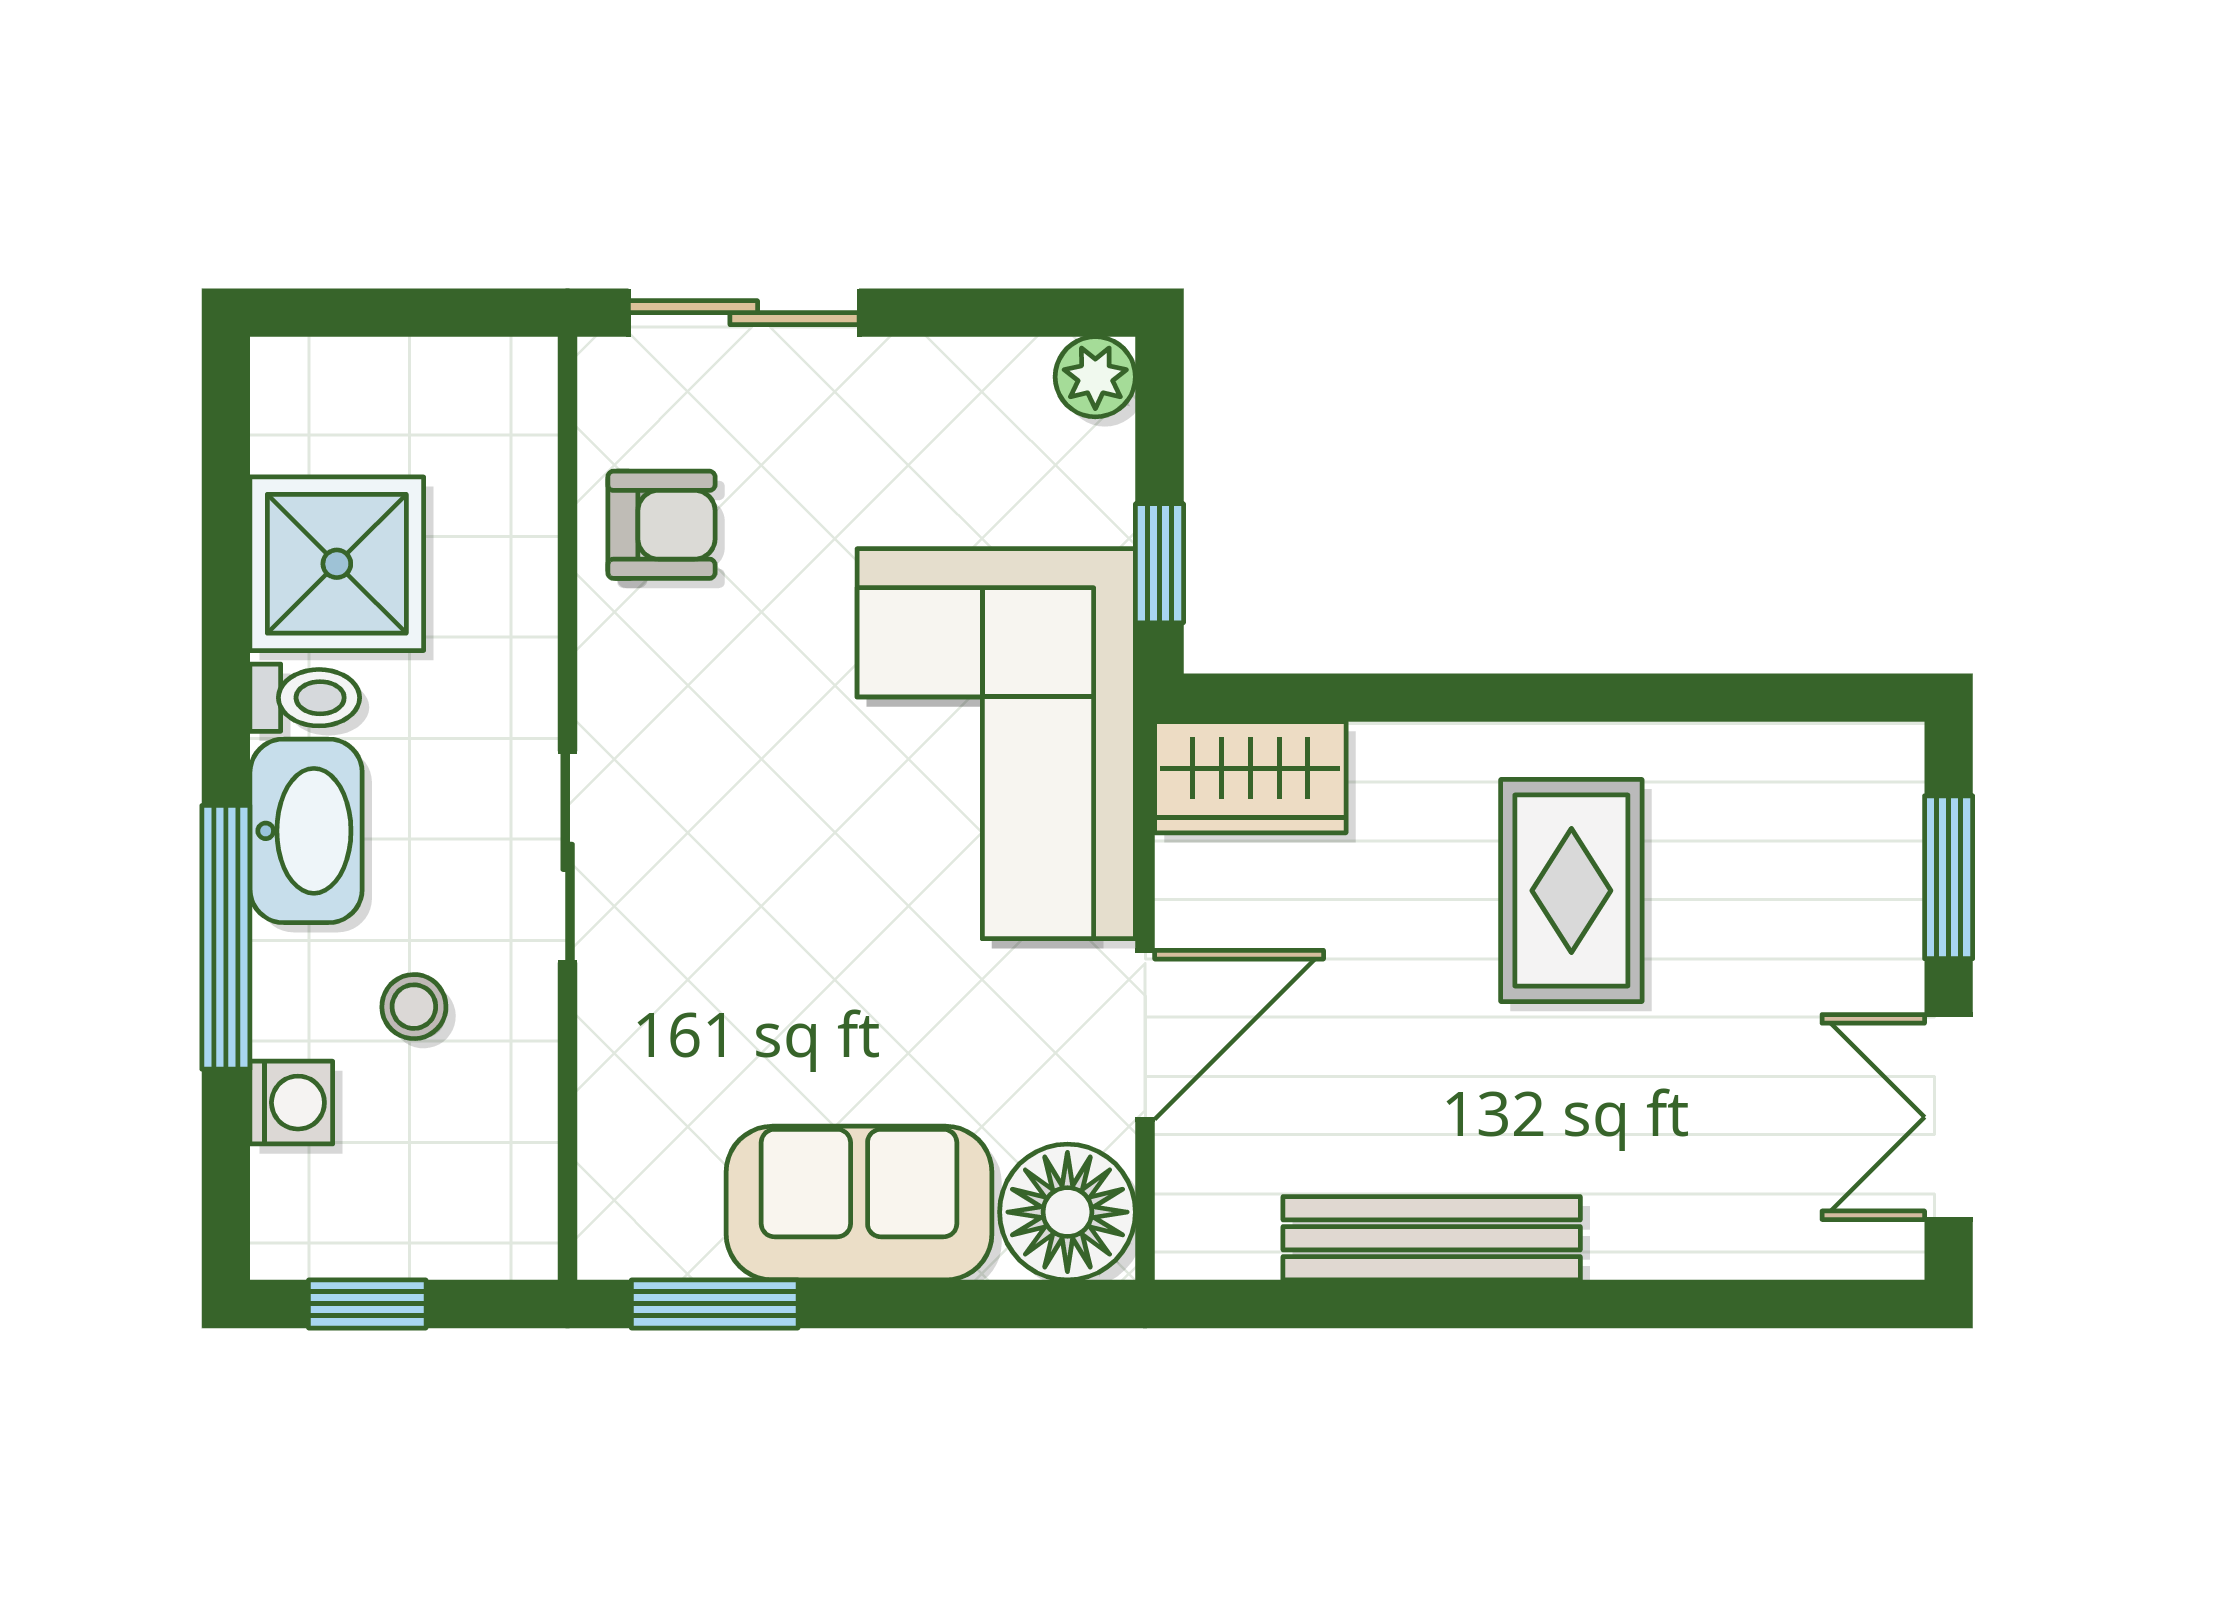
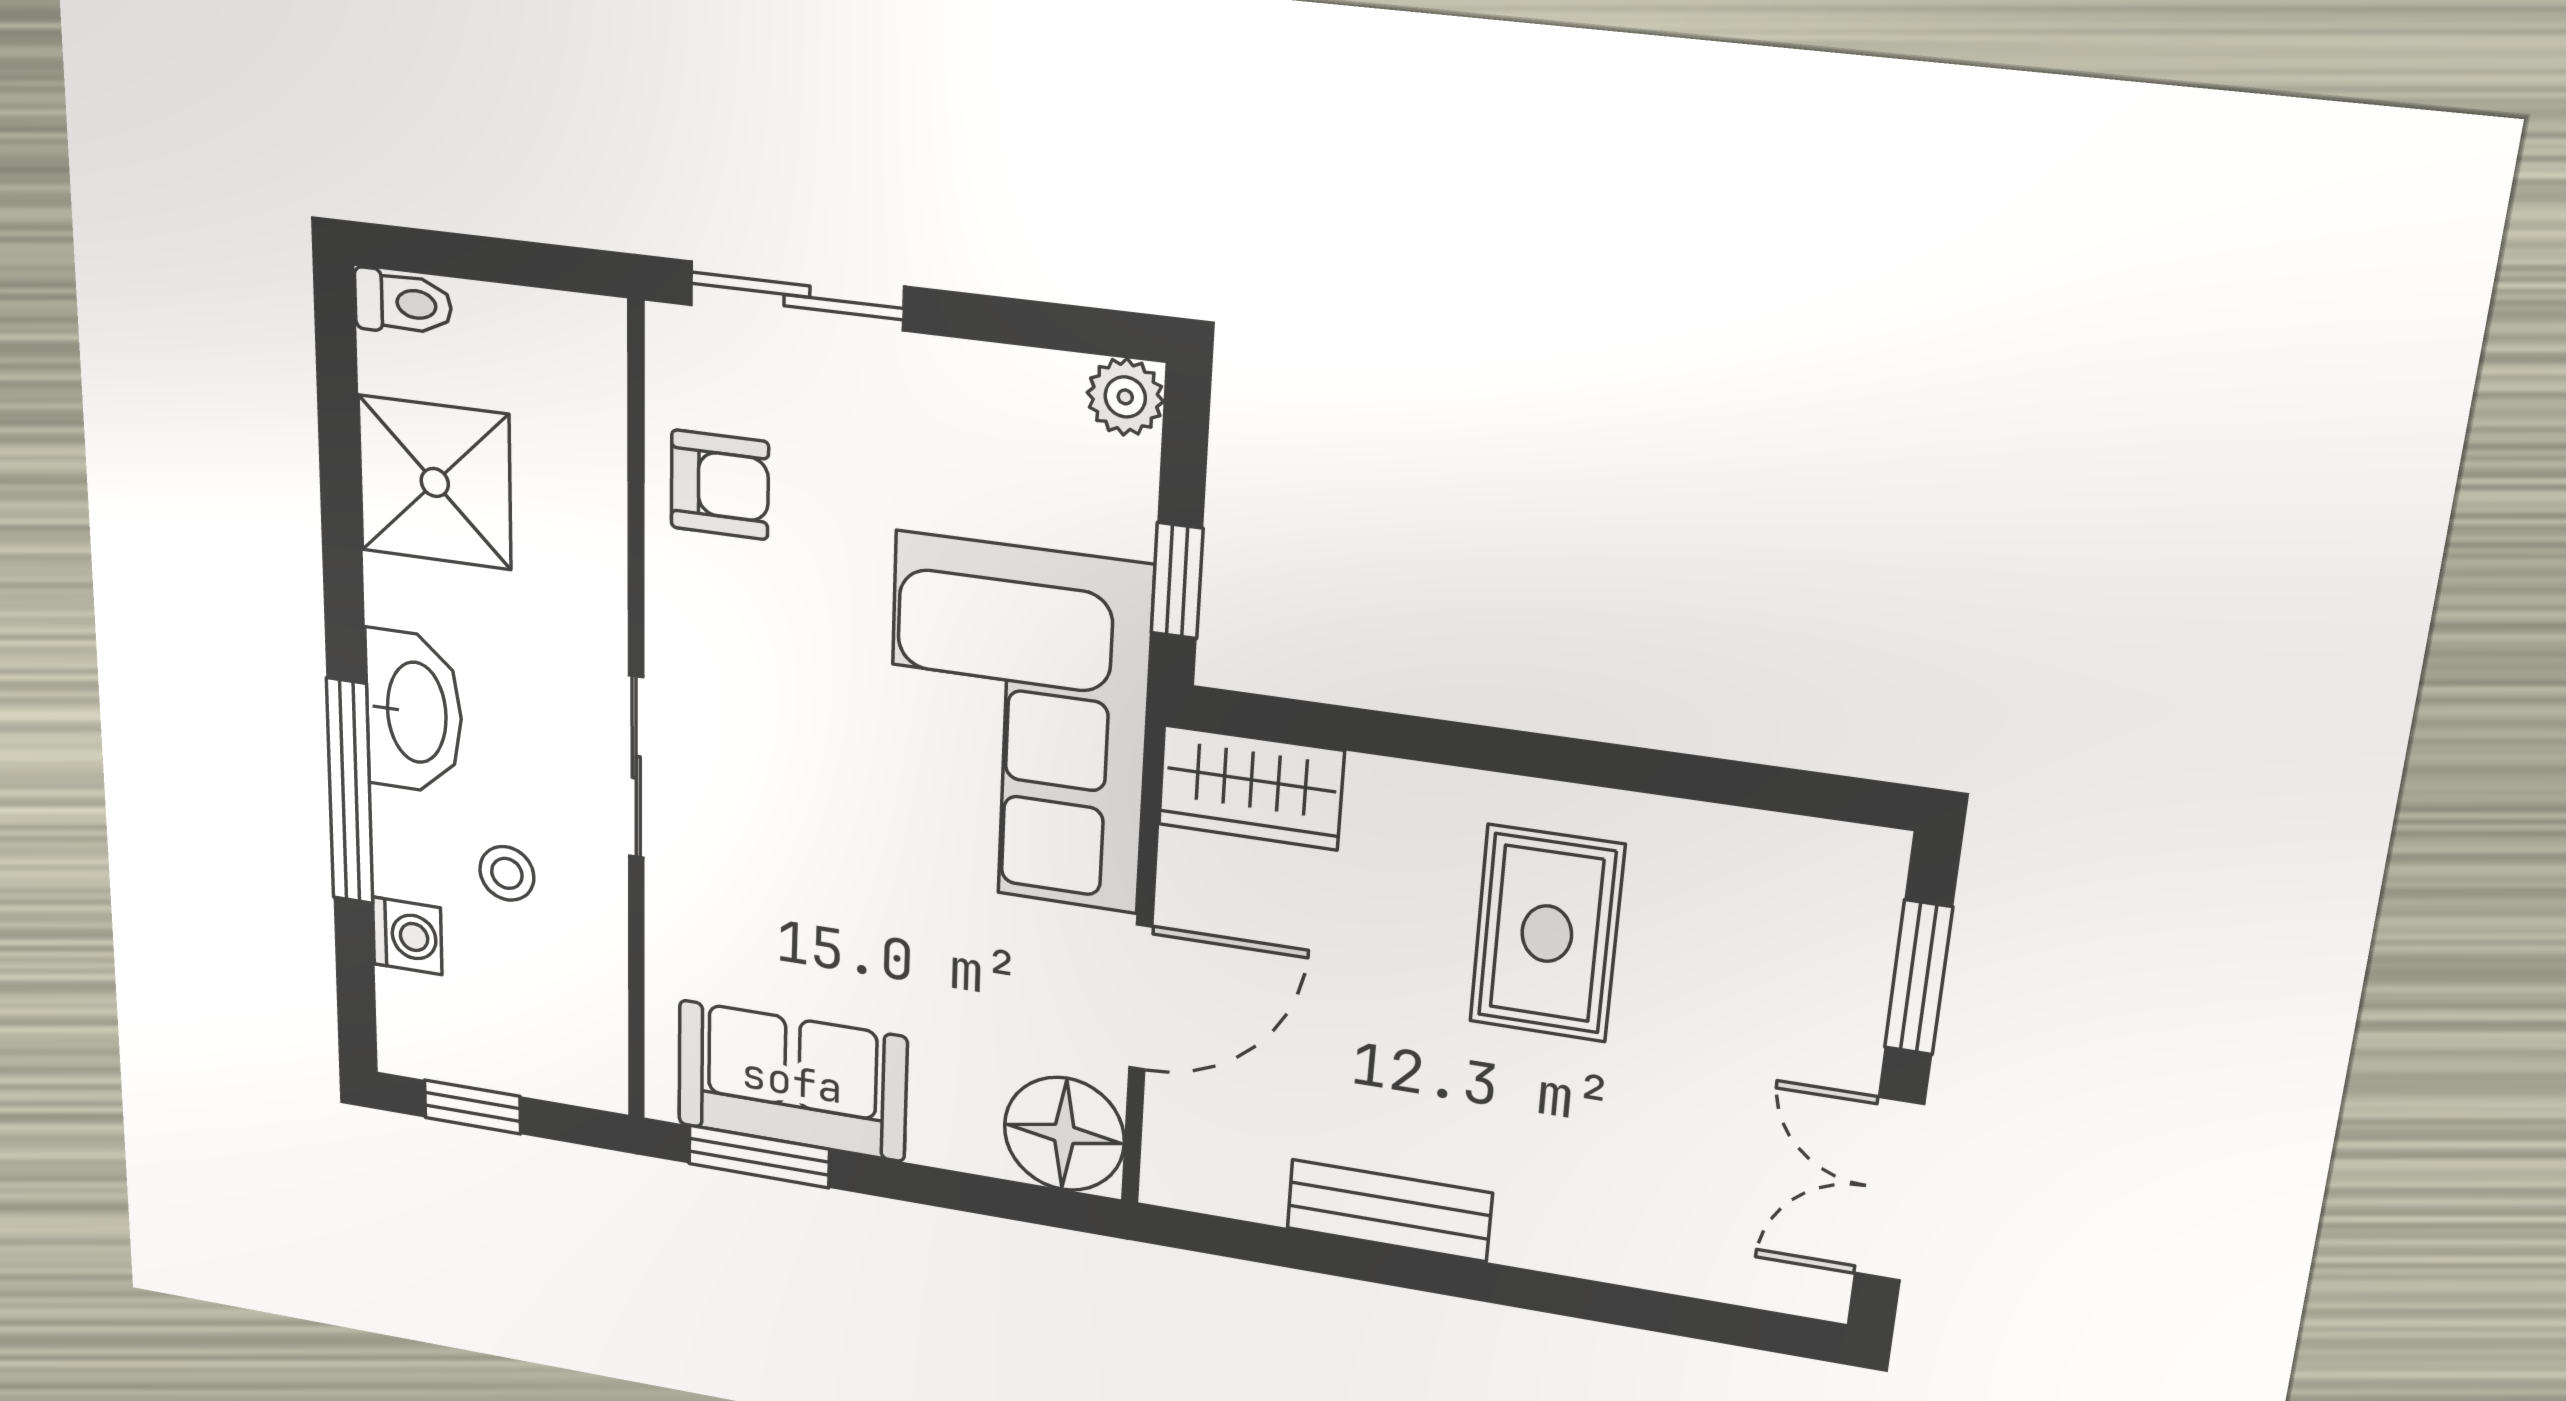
toilet: (305, 698) -> (403, 303), moved
sofa: (859, 1203) -> (792, 1081), moved
bench: (1432, 1238) -> (1389, 1211), width x0.73

